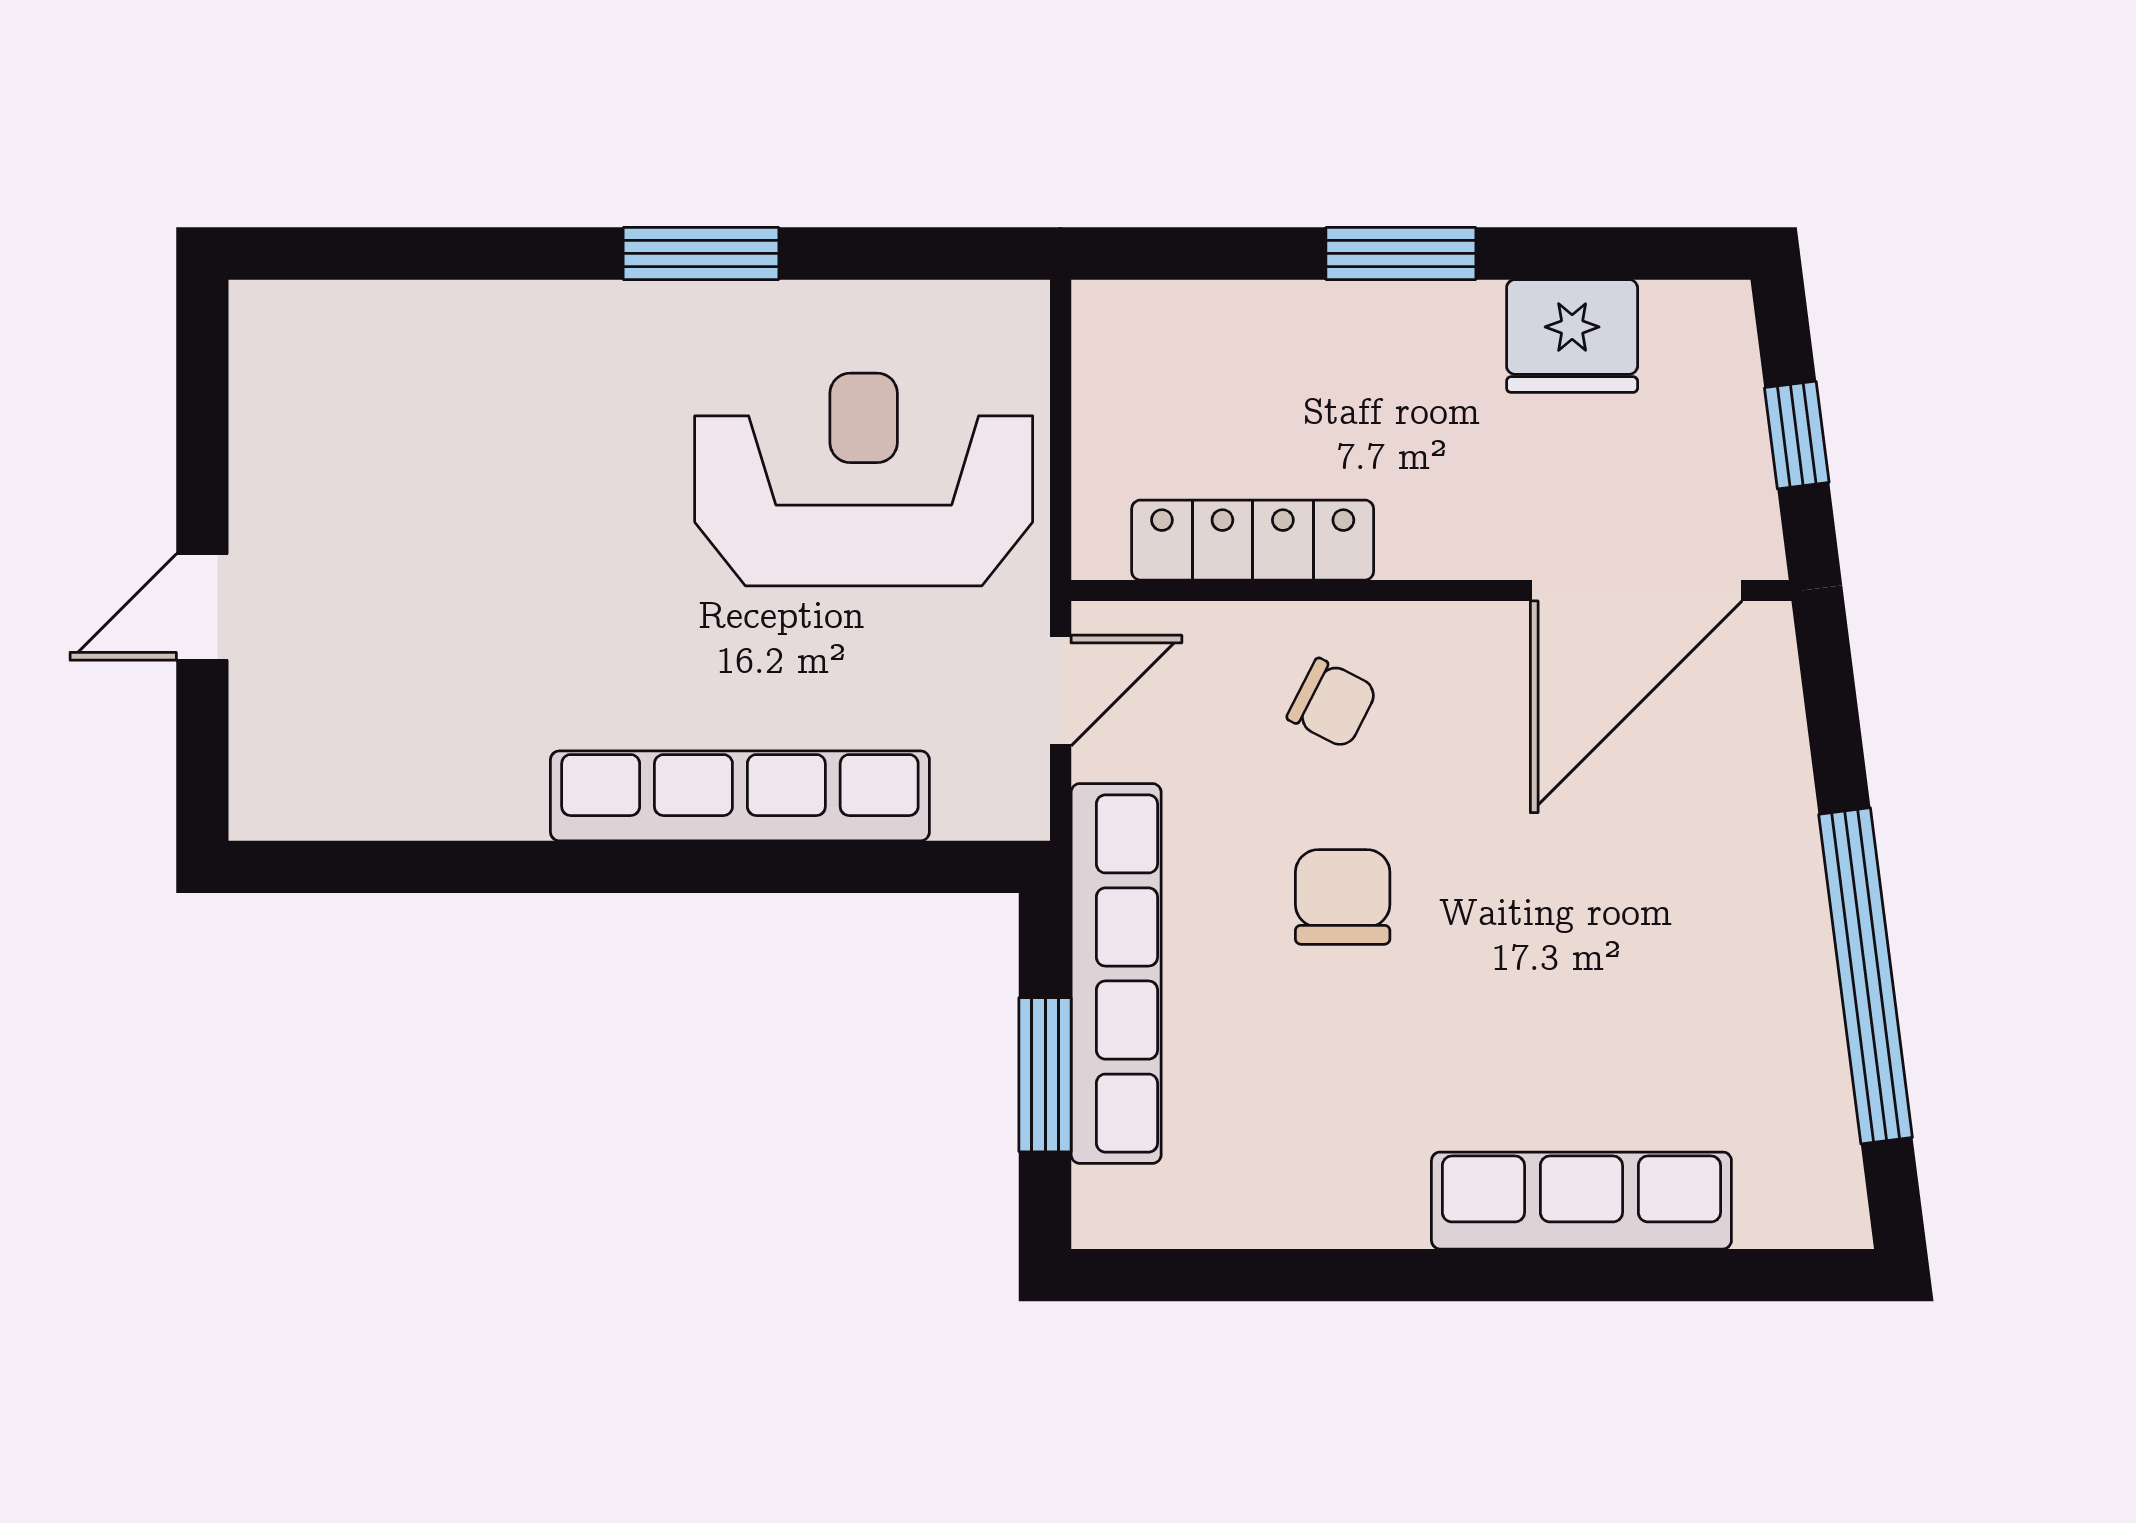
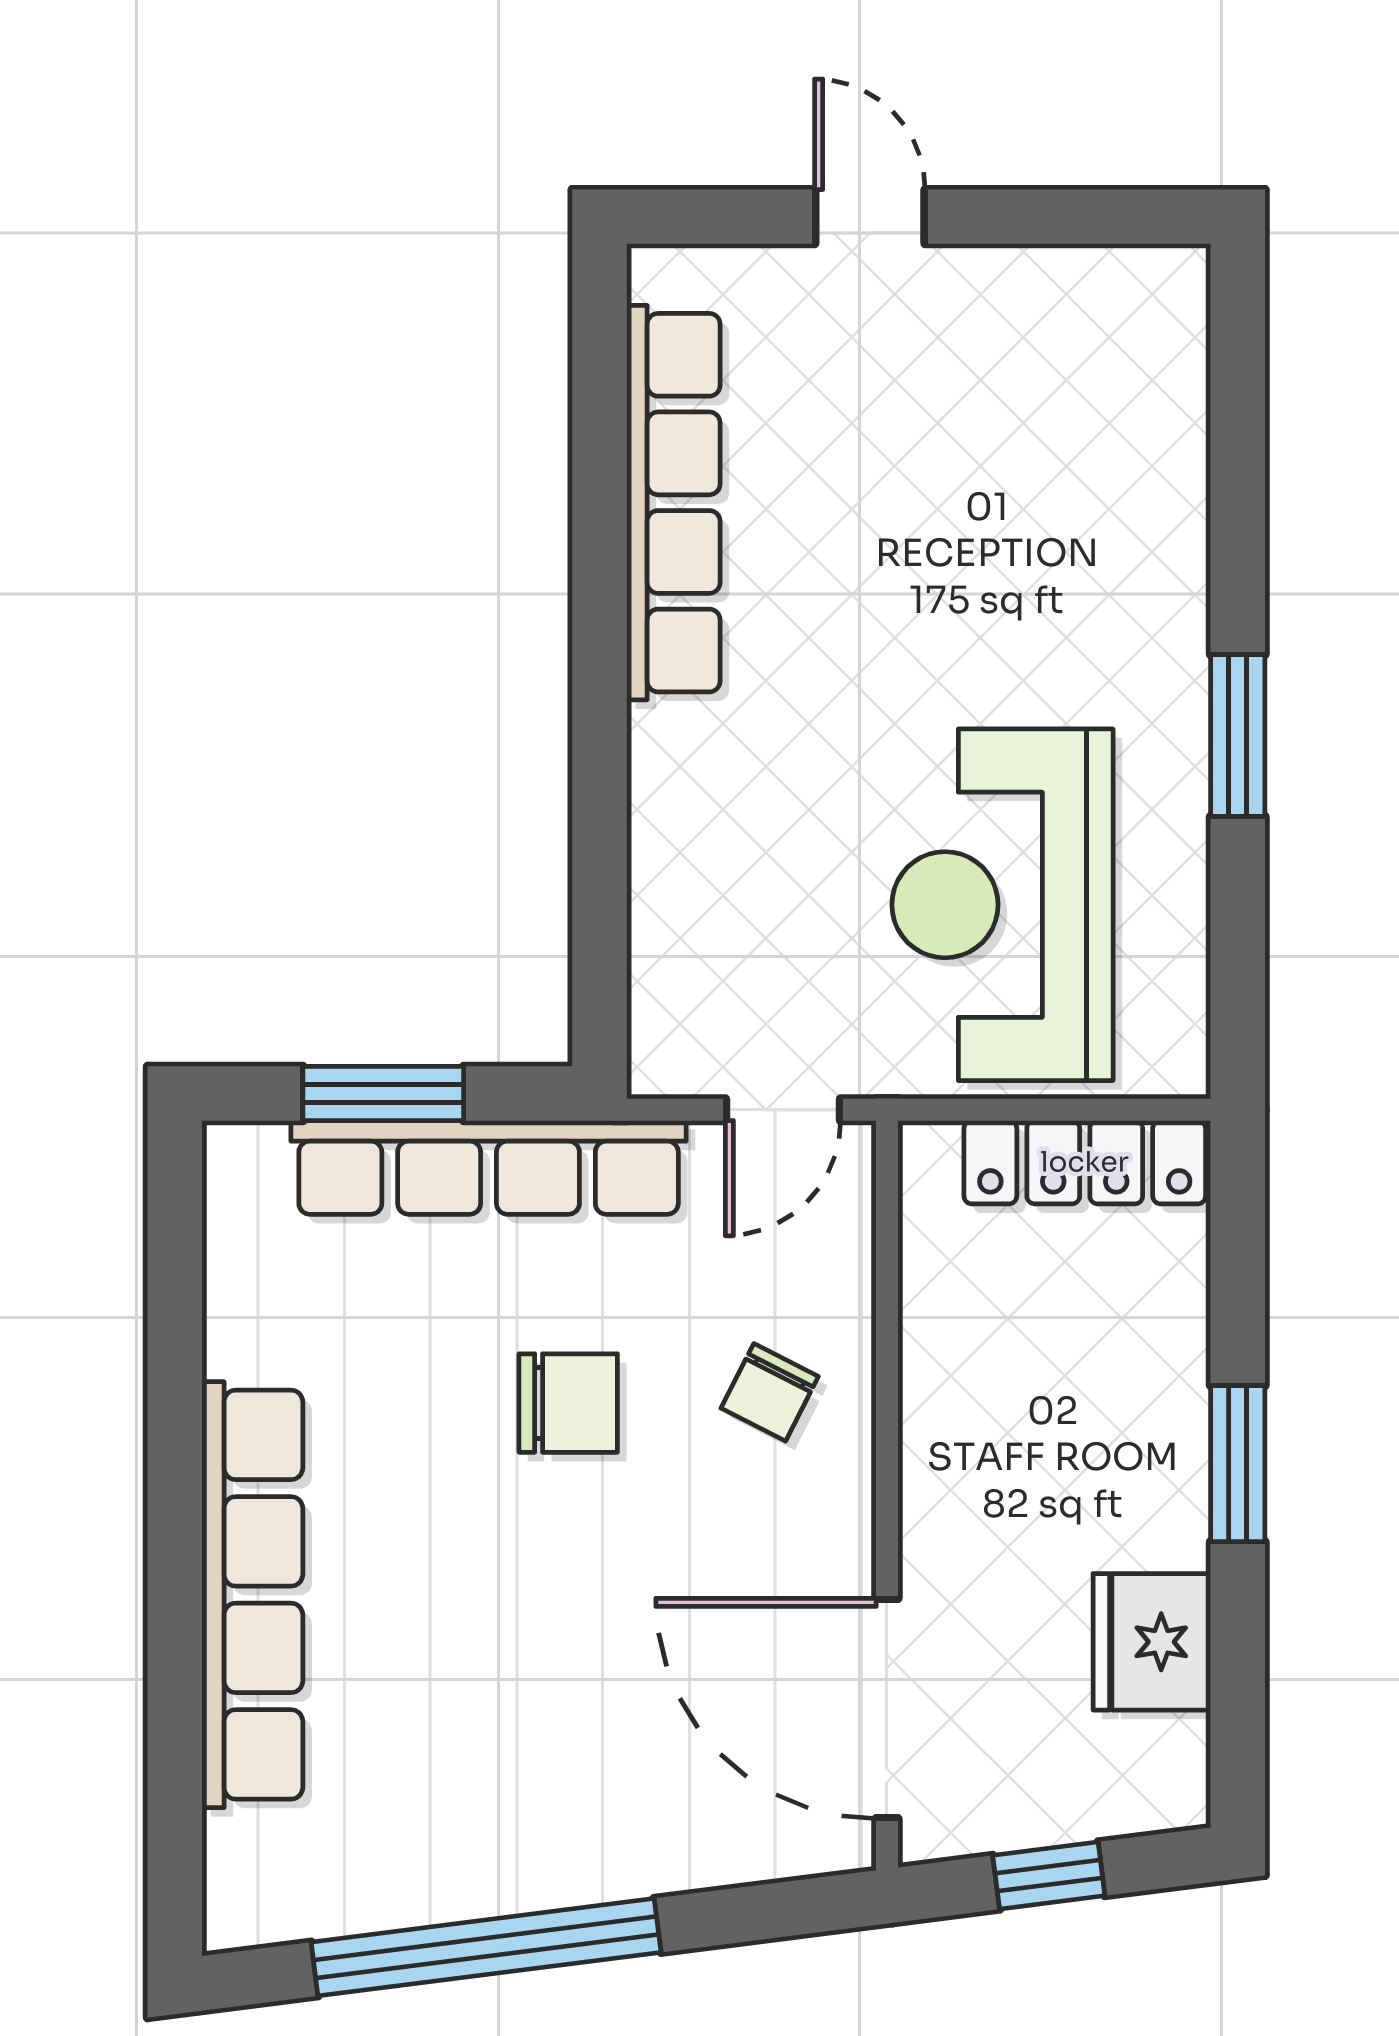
reception desk: (864, 480) -> (1002, 905), turned 180
locker: (1253, 540) -> (1085, 1162), moved, turned 90
door: (1061, 691) -> (783, 1110), hinge flipped
row of seats: (740, 796) -> (673, 503), moved
row of seats: (1581, 1201) -> (252, 1595), width x1.36

